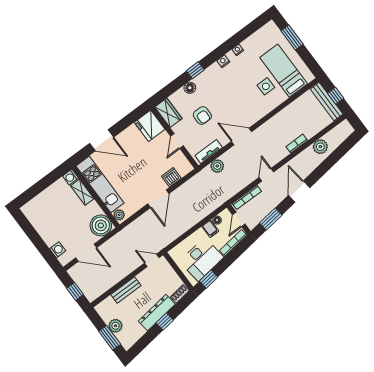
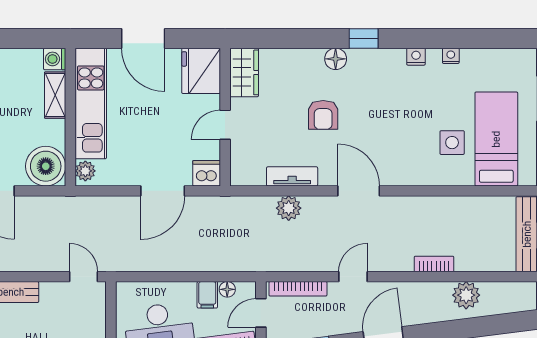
wardrobe: (168, 113) -> (244, 72), moved
fridge: (150, 126) -> (201, 71), moved
wall: (175, 138) -> (225, 117), moved
door: (177, 141) -> (225, 125), moved

